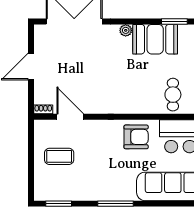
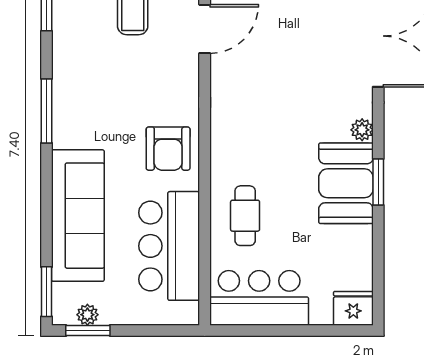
window: (174, 21) -> (378, 182), moved
cafe table: (173, 95) -> (245, 216), turned 90

